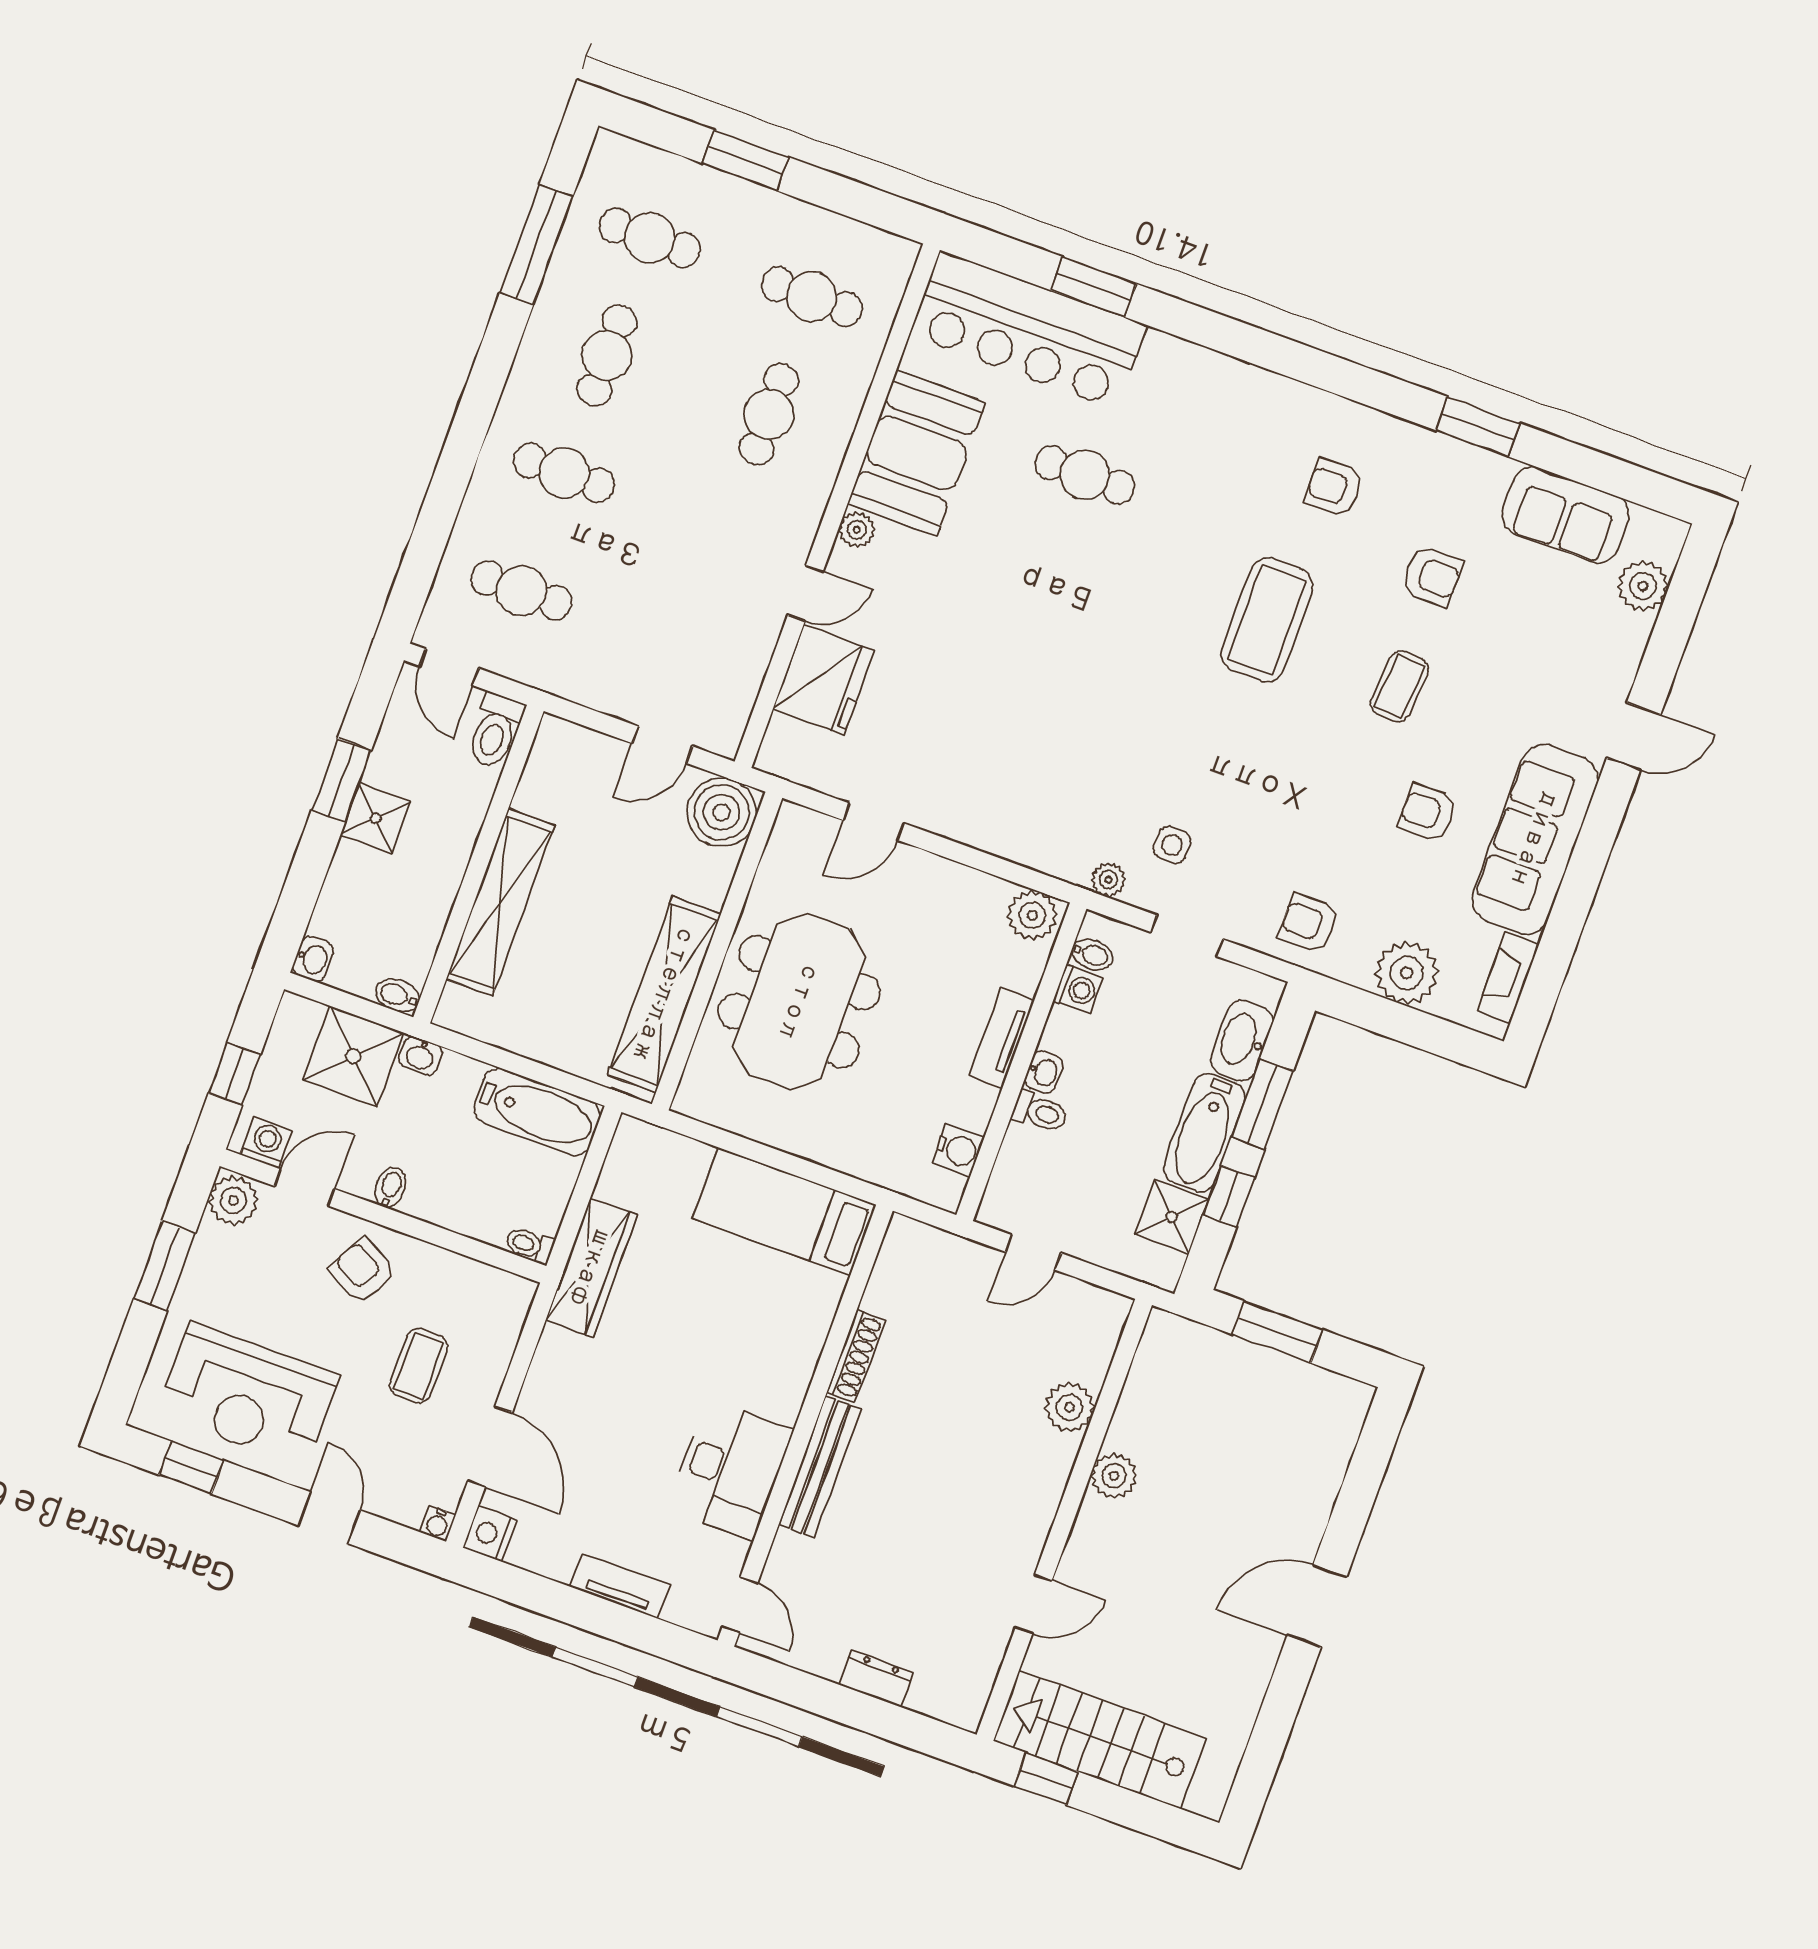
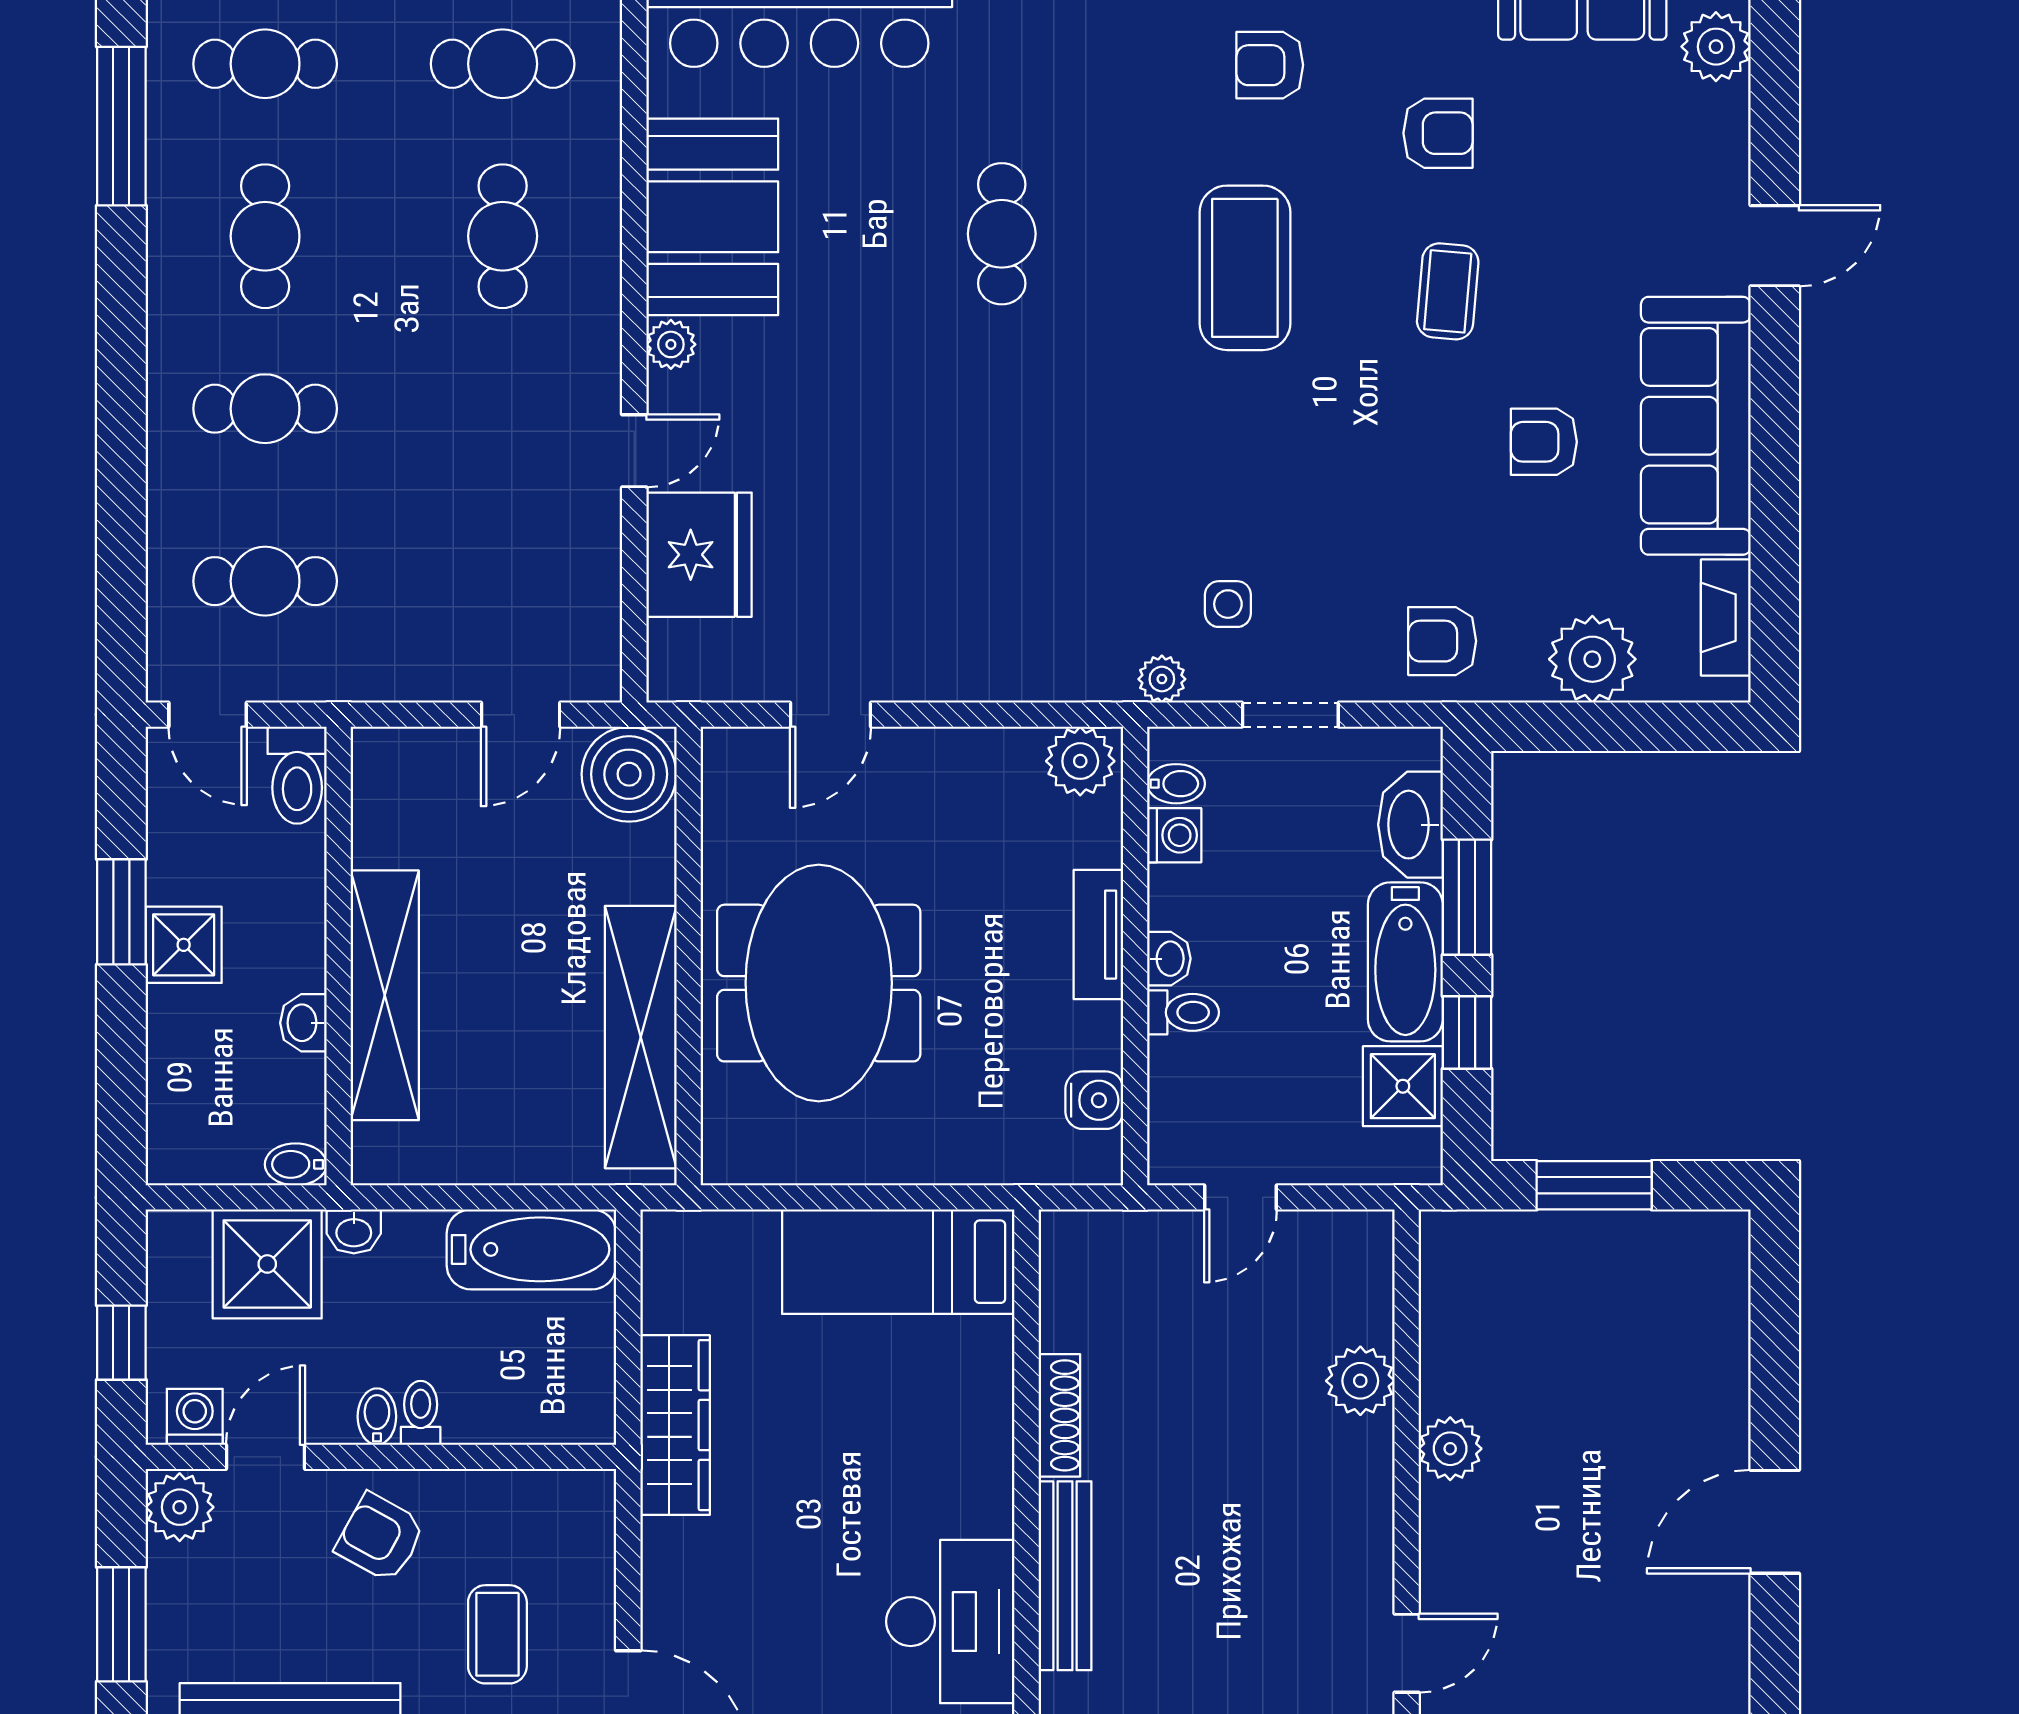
cafe table: (1085, 475) -> (1002, 234), moved, turned 90
washbasin: (313, 959) -> (303, 1023), moved, turned 180
toilet: (530, 1245) -> (421, 1413), moved, turned 90

